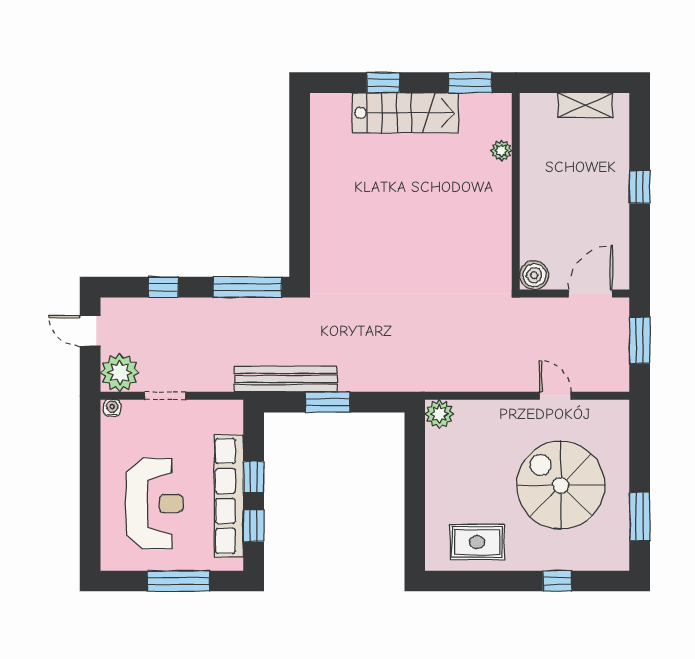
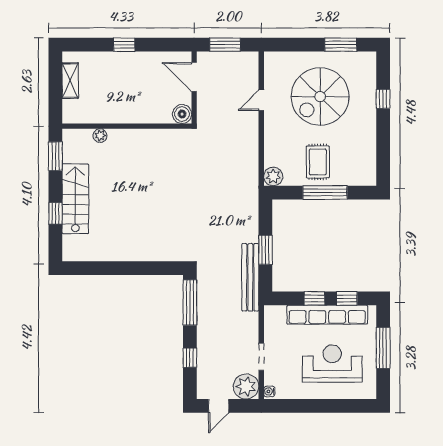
window: (415, 493) -> (325, 193), added
rug: (477, 542) -> (318, 162), moved

